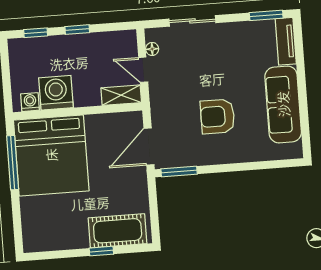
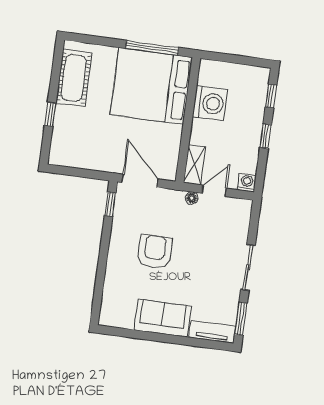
sliding door: (192, 21) -> (248, 267), moved
floor lamp: (152, 49) -> (192, 198), moved
washing machine: (30, 102) -> (247, 183), moved, turned -90
sofa: (283, 104) -> (163, 318), width x0.73
window: (179, 171) -> (110, 204), width x0.67
cot: (118, 231) -> (74, 78), moved

